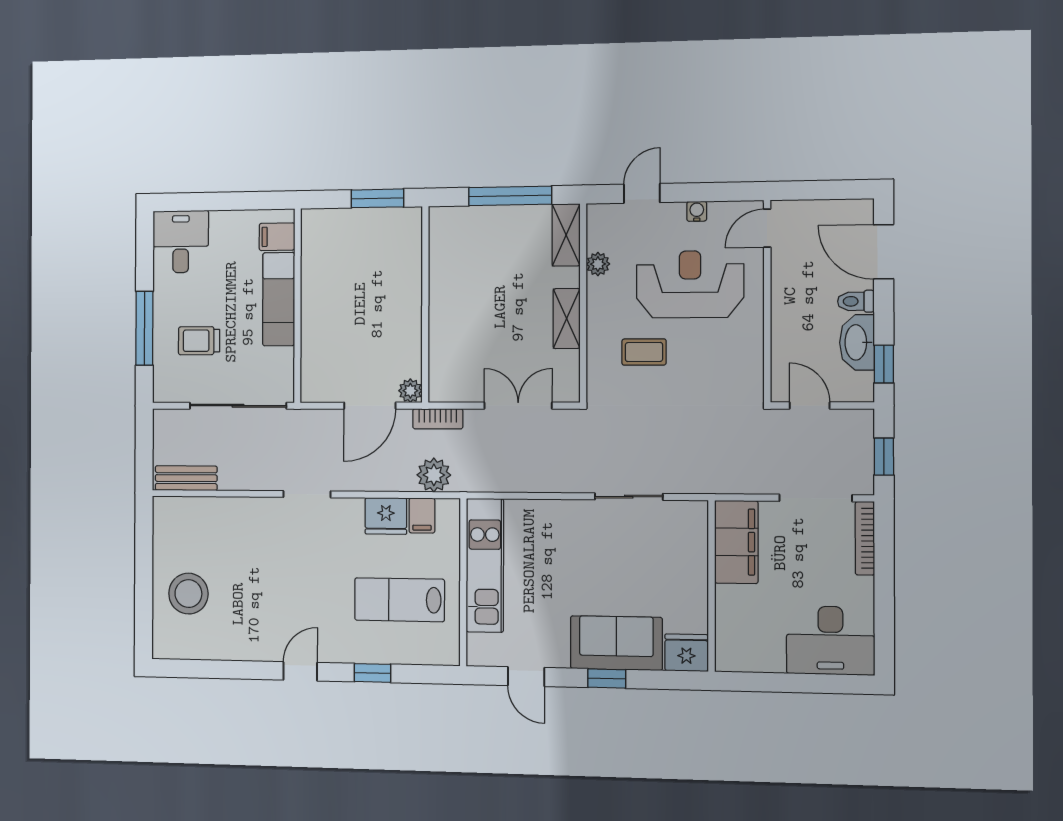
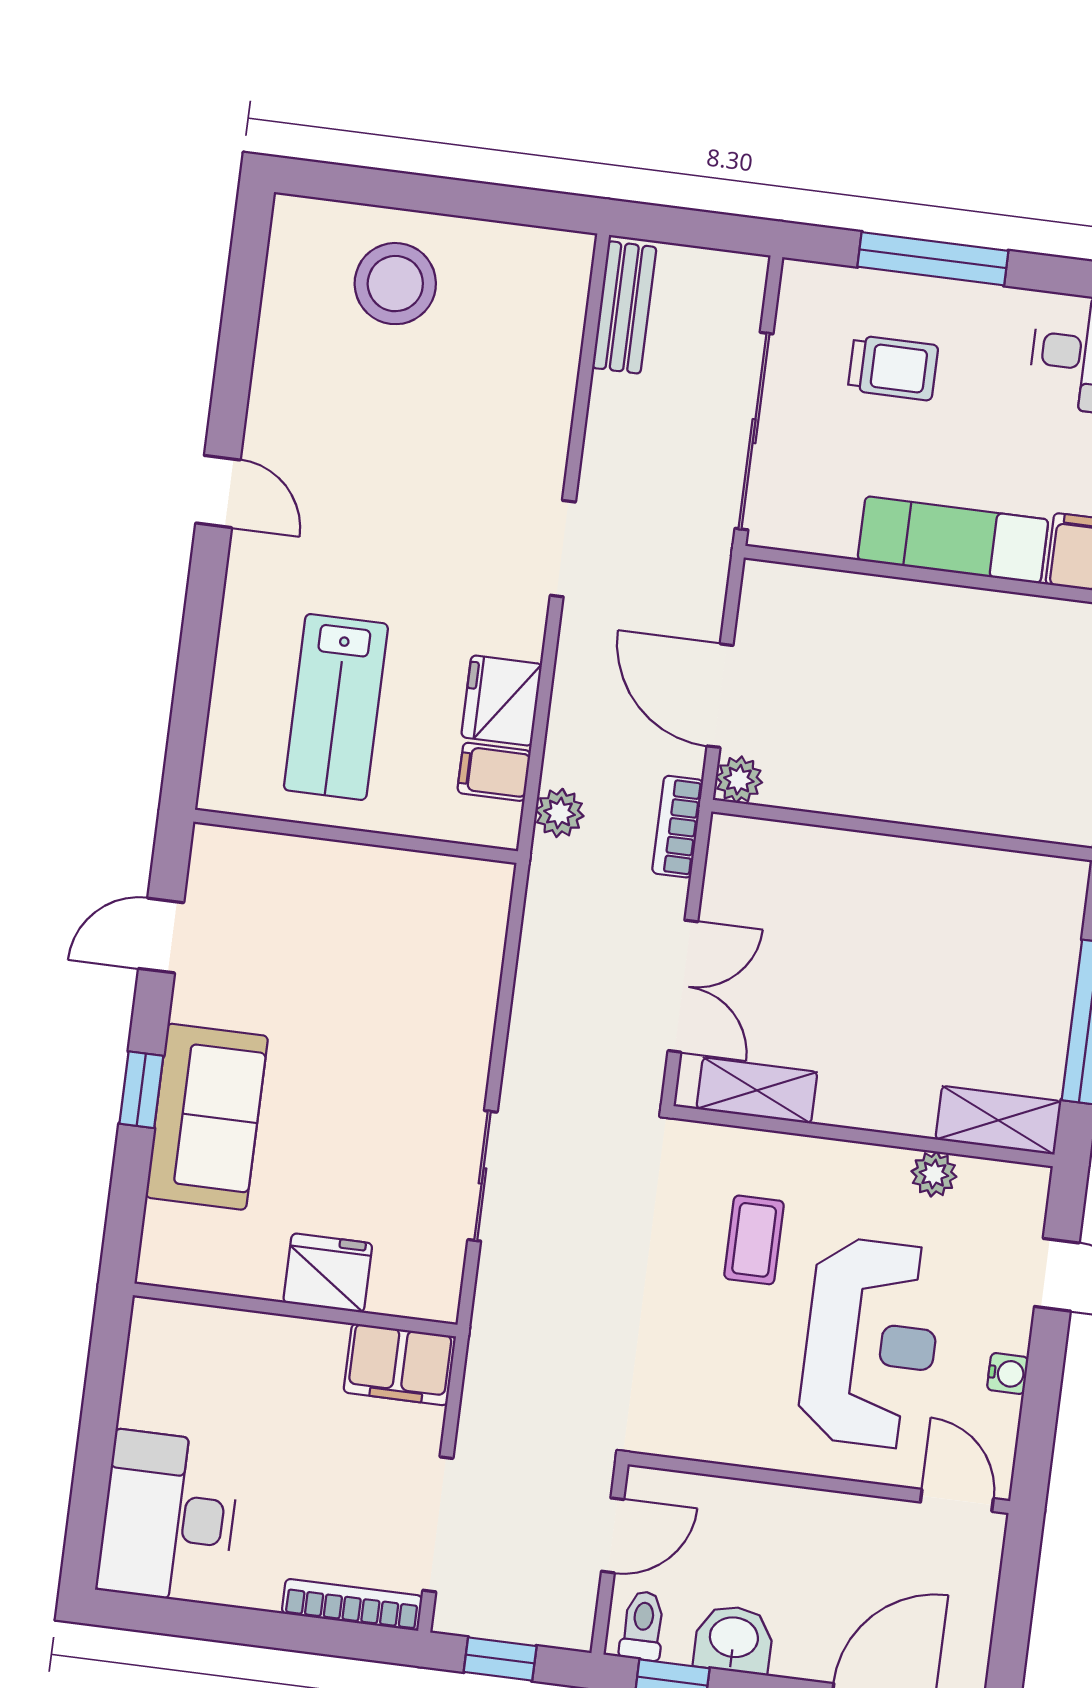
toilet: (856, 301) -> (643, 1626), moved
shelving: (567, 319) -> (757, 1090), moved
trolley: (199, 341) -> (893, 368), turned 90
washbasin: (857, 342) -> (734, 1639), width x0.72
plant: (434, 475) -> (559, 813), width x0.73, depth x0.73
filing cabinet: (736, 542) -> (400, 1364), width x0.67, depth x0.86
kitchen unit: (485, 565) -> (384, 883), removed
lab bench: (400, 600) -> (336, 707), turned 180
fridge: (686, 653) -> (328, 1273), moved, turned -90
window: (373, 673) -> (200, 636), removed

